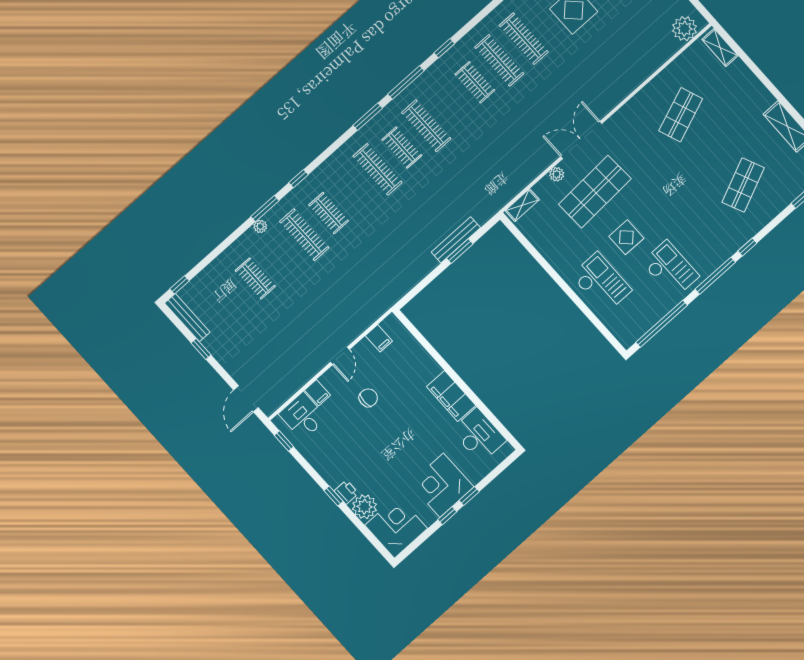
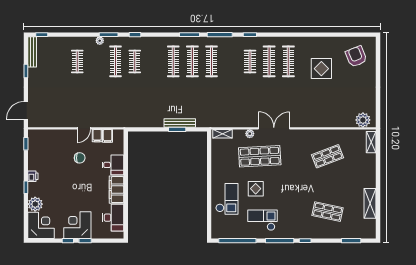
clothes rail: (402, 148) -> (192, 61), width x1.36
shop shelf: (743, 185) -> (328, 212), turned 36
checkout: (670, 269) -> (262, 220), turned -90
filing cabinet: (317, 393) -> (97, 136), moved
desk: (303, 416) -> (113, 165), moved, turned 90
printer: (346, 492) -> (33, 176), moved

